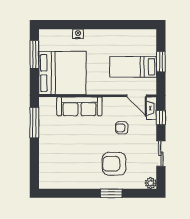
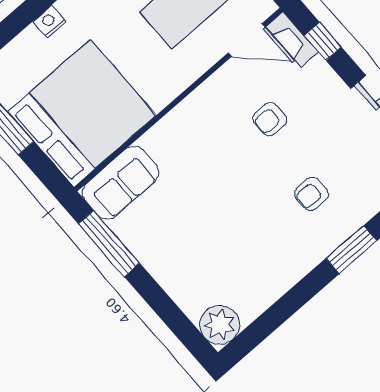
sofa: (79, 106) -> (121, 183), moved, width x0.73
armchair: (114, 164) -> (311, 194), width x0.53, depth x0.53
plant: (47, 180) -> (220, 325), added

